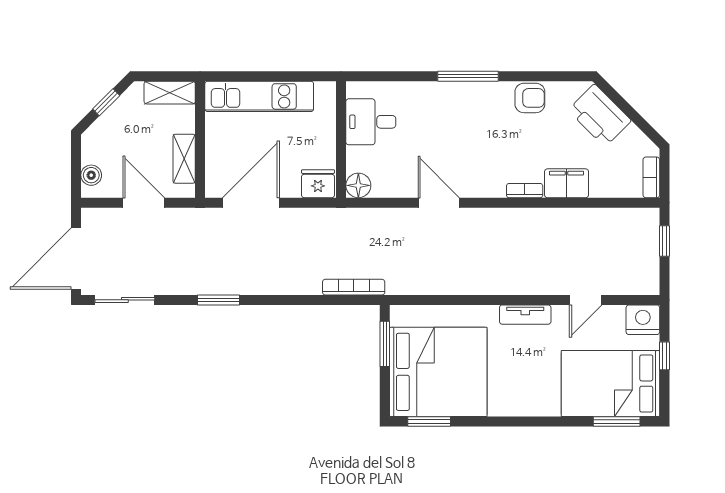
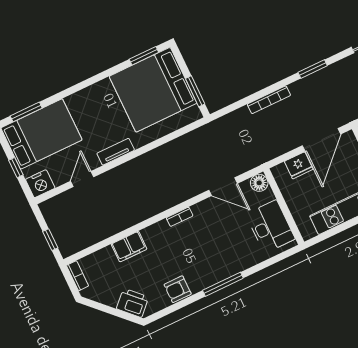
printer: (600, 115) -> (133, 303), width x0.73, depth x0.84
desk: (371, 122) -> (270, 227), width x1.37
fridge: (318, 184) -> (299, 165), moved
bookcase: (525, 191) -> (180, 217), moved
door: (439, 203) -> (223, 187), moved
bookcase: (354, 287) -> (269, 100), moved

